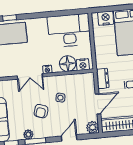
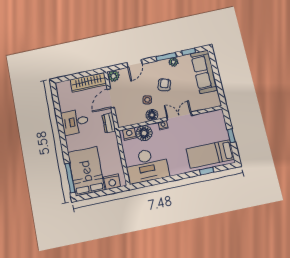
floor lamp: (58, 81) -> (152, 115), added

